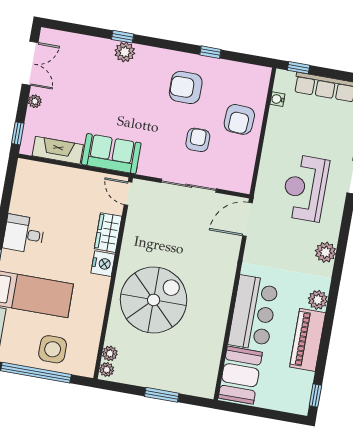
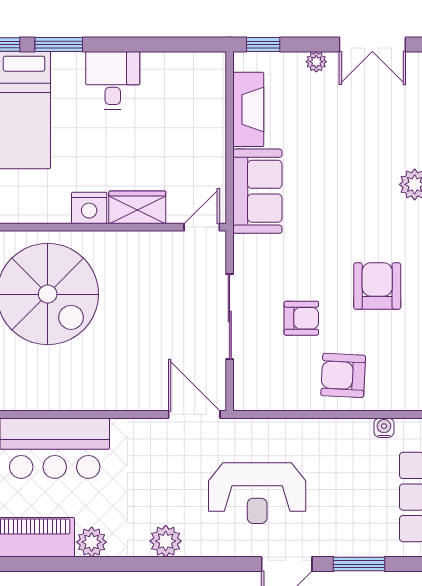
reception desk: (305, 188) -> (257, 493), turned 180

